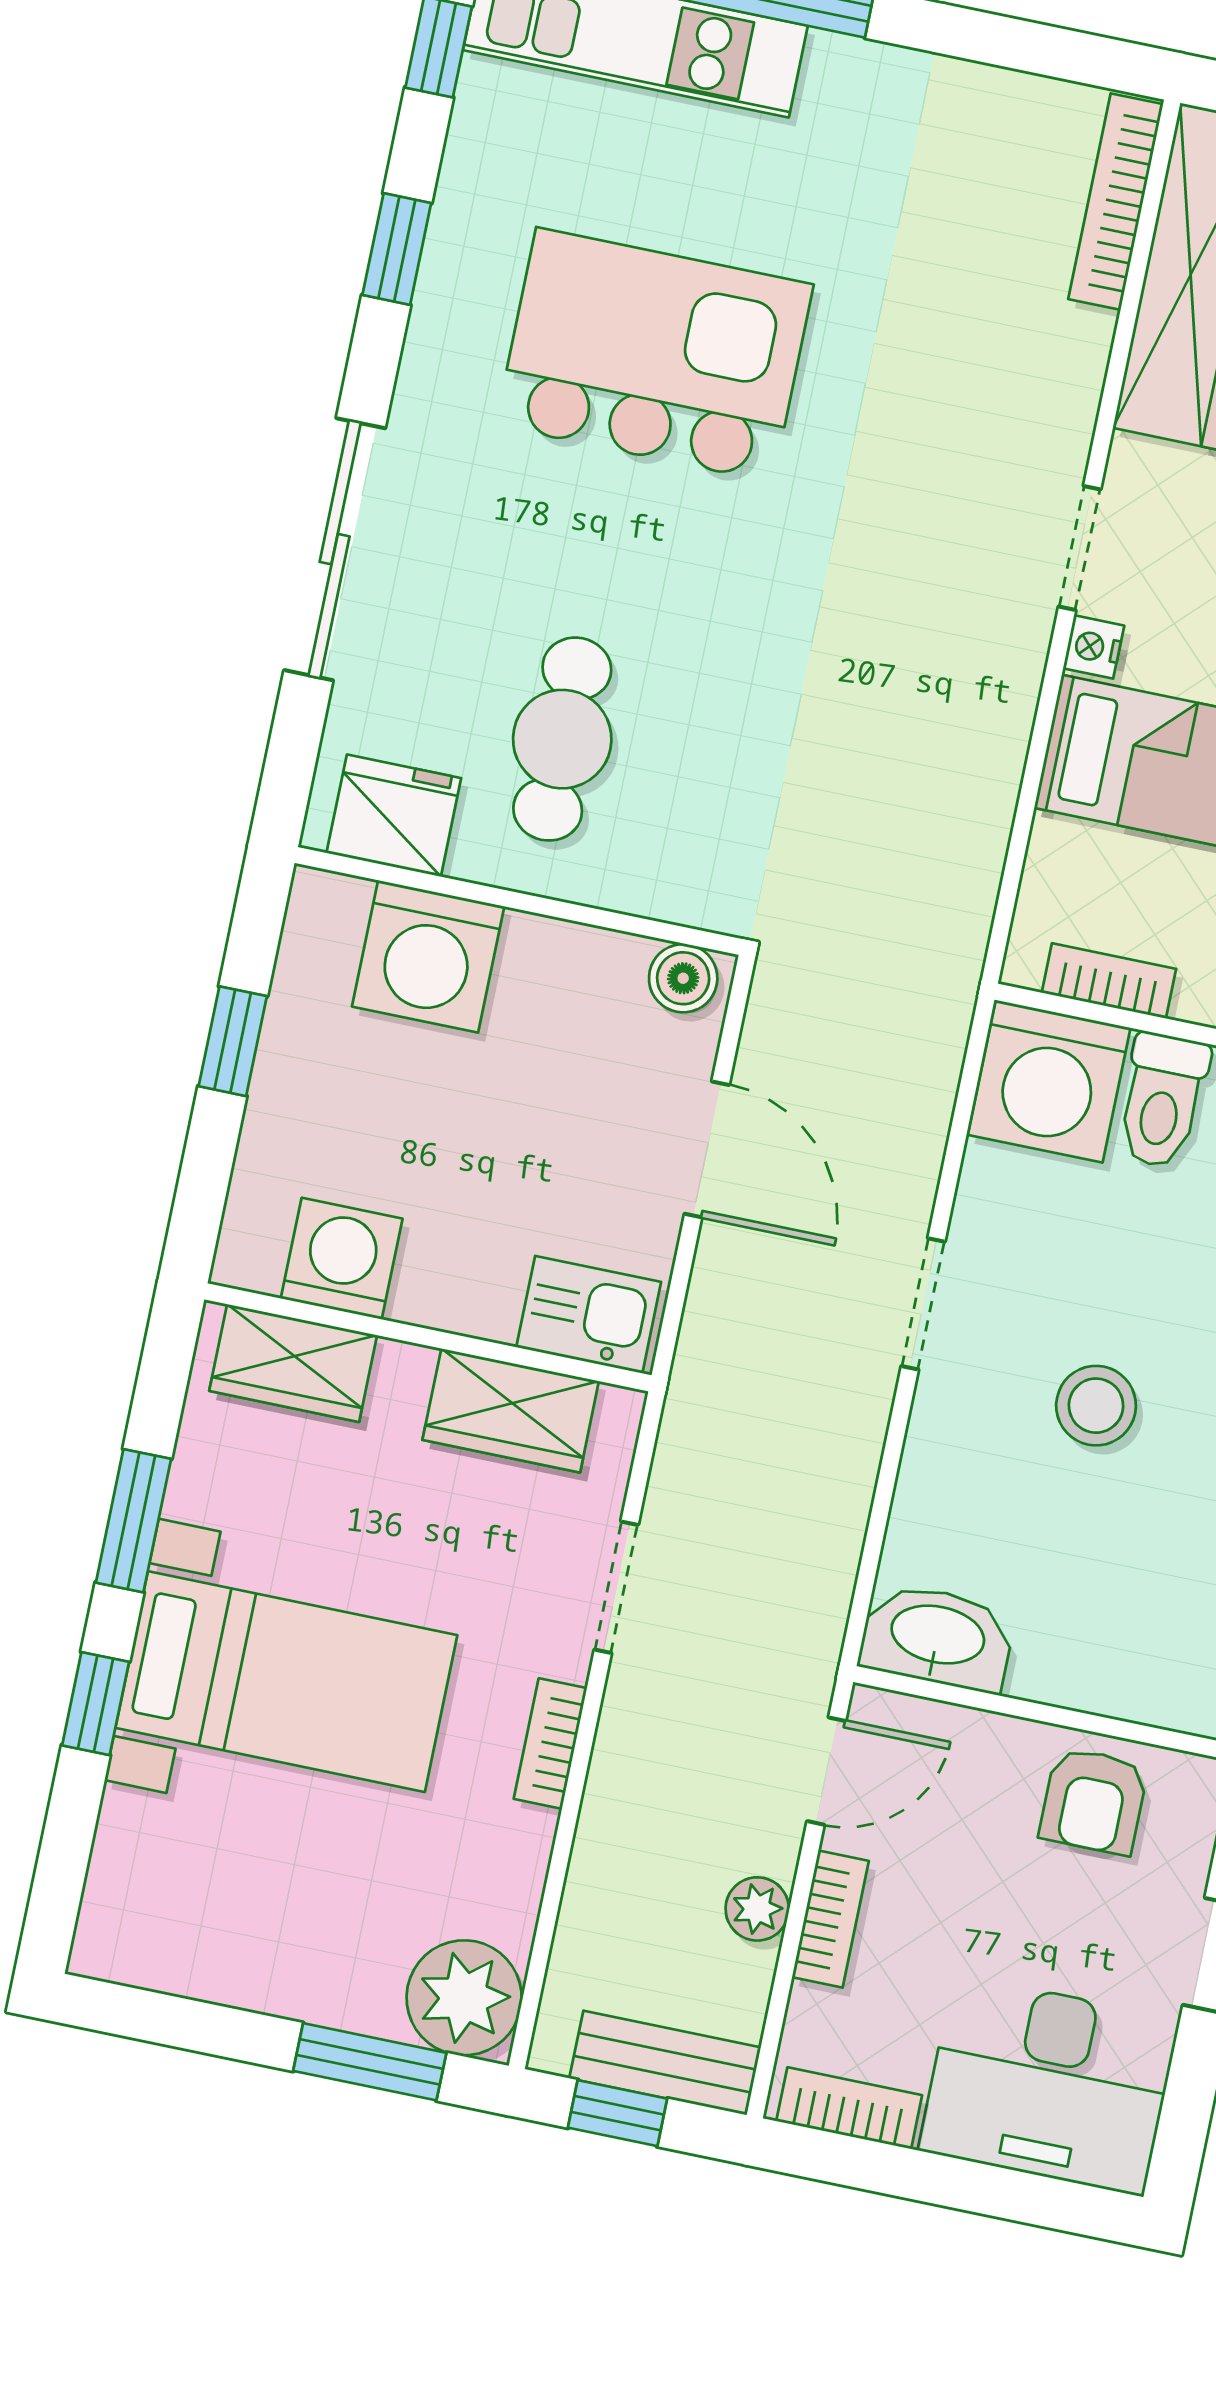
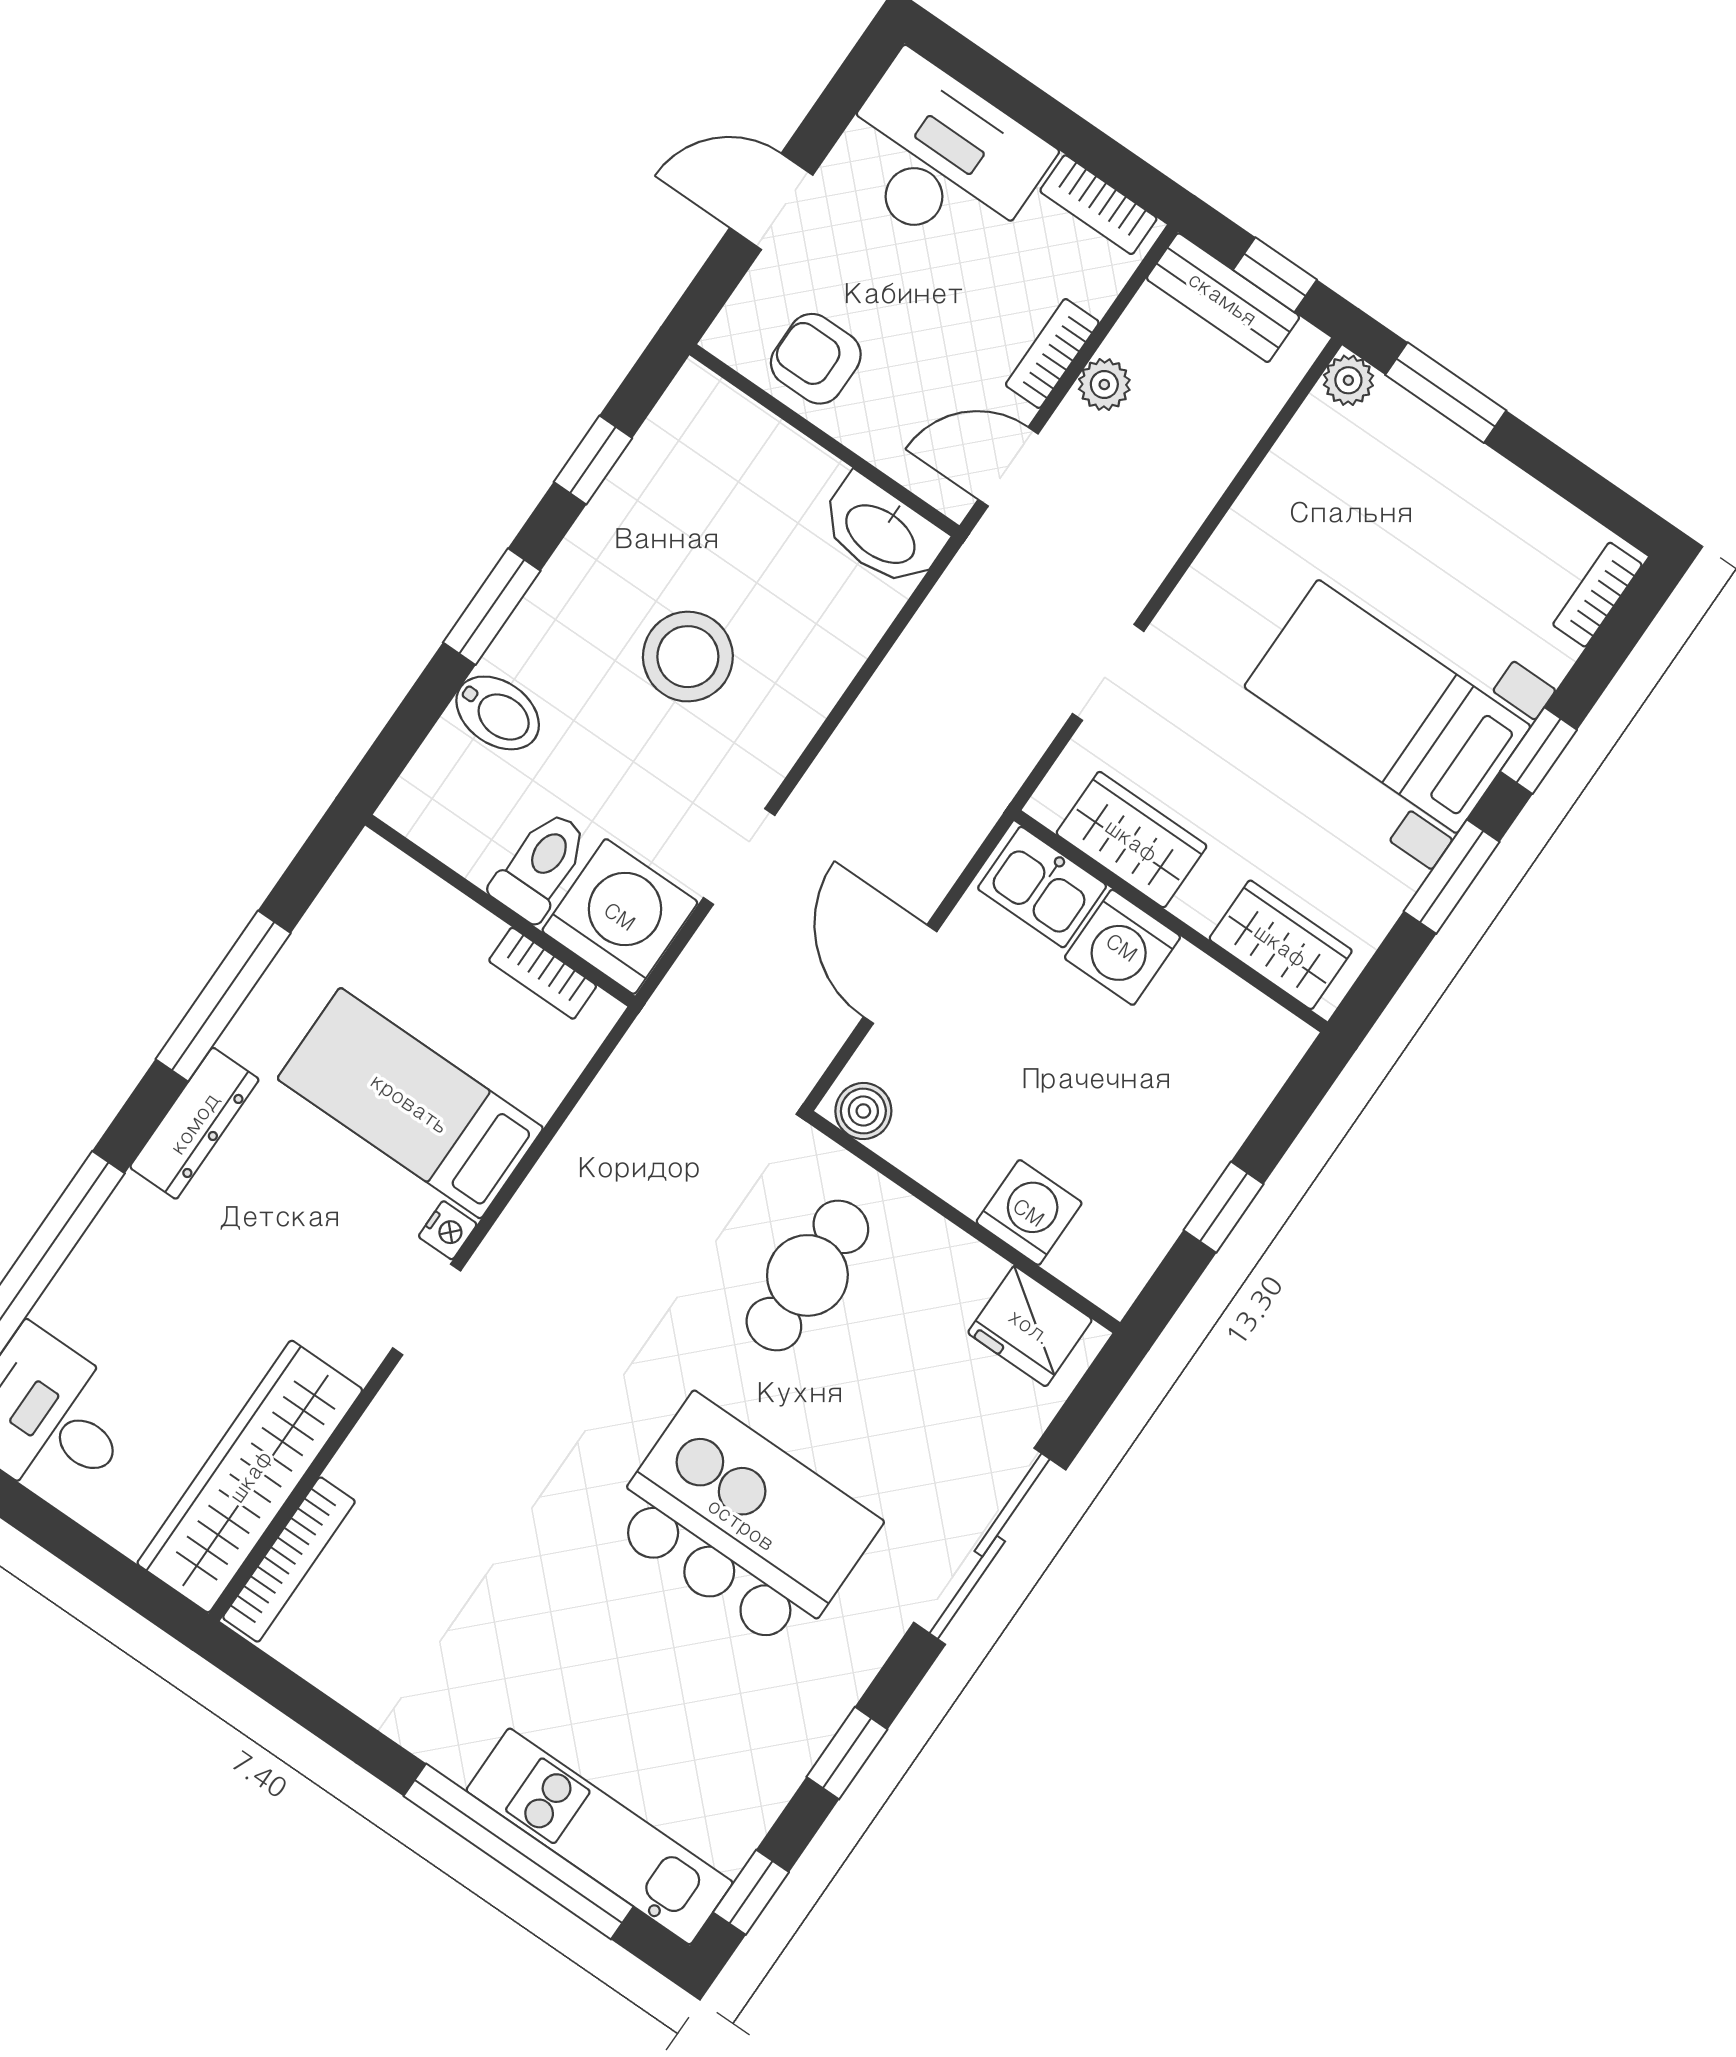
kitchen island: (654, 355) -> (742, 1524), moved, turned 180
cafe table: (562, 739) -> (807, 1275), moved
washing machine: (428, 956) -> (1029, 1212), width x0.73, depth x0.73
washing machine: (342, 1259) -> (1122, 947), moved
doorway: (923, 1304) -> (739, 857), moved
stool: (1096, 1406) -> (688, 657), width x1.38, depth x1.38
bookcase: (550, 1744) -> (1597, 595), moved, turned 180
armchair: (1094, 1801) -> (816, 359), turned -90
plant: (464, 1998) -> (1348, 380), width x0.53, depth x0.53

